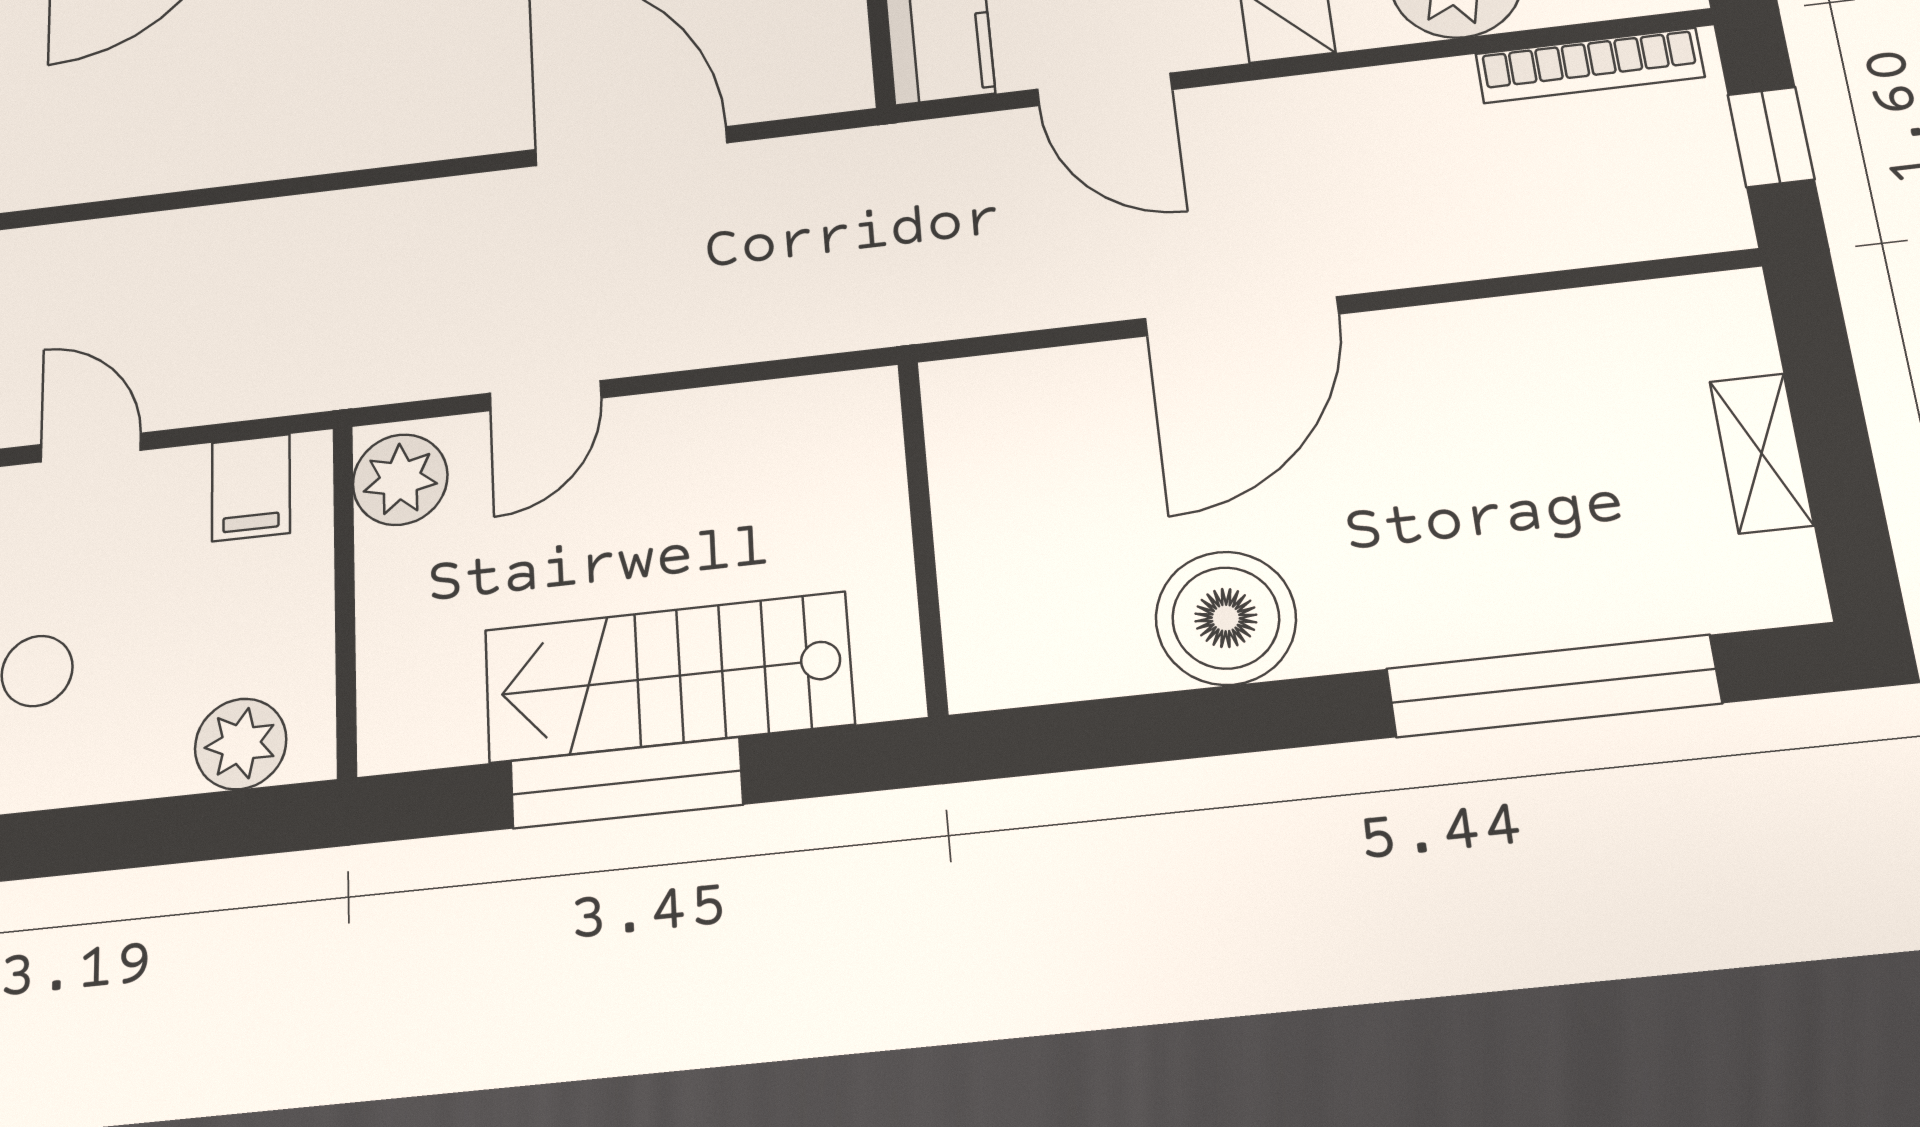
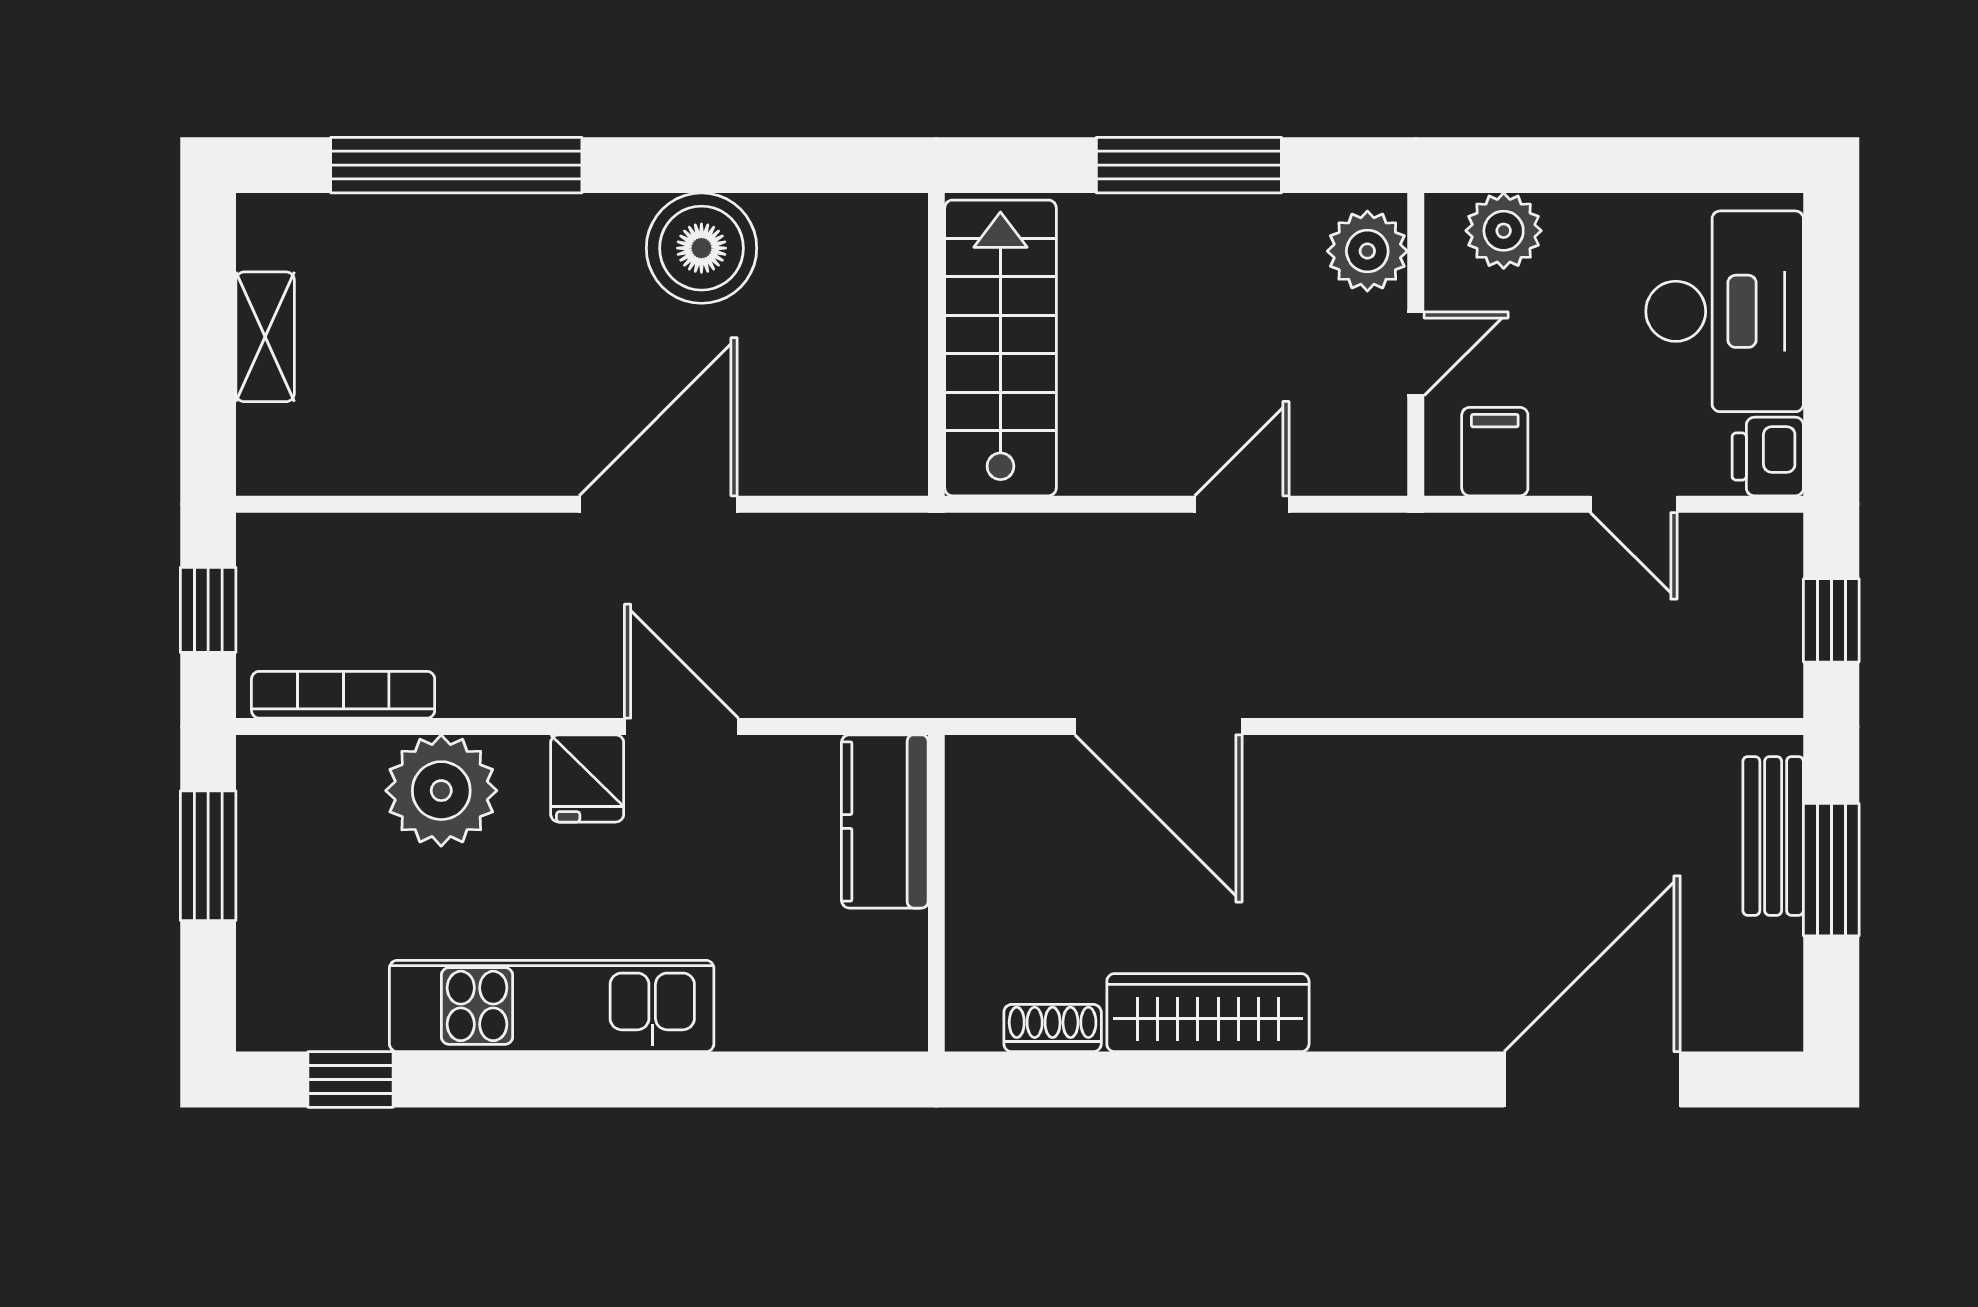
door: (1105, 89) -> (681, 727), moved
plant: (400, 480) -> (1367, 251), moved
door: (345, 588) -> (1416, 354), added
stairs: (668, 677) -> (1000, 348), moved, turned -90

